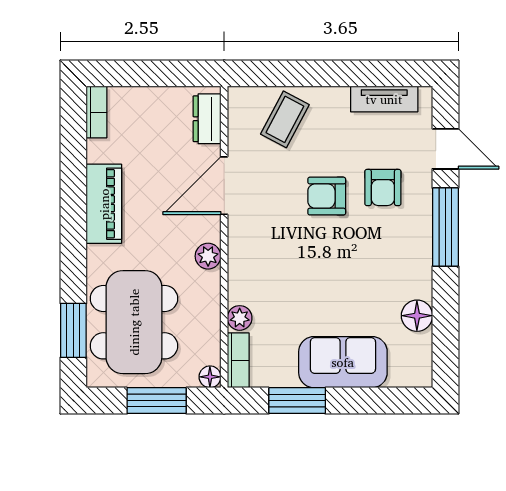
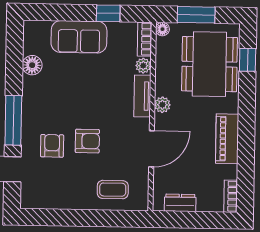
tv unit: (384, 99) -> (142, 96), moved, turned -90
dresser: (207, 119) -> (180, 203), moved, turned -90
coffee table: (285, 119) -> (113, 190), turned 62
window: (73, 330) -> (248, 60), width x0.67
window: (297, 401) -> (108, 13), width x0.67

